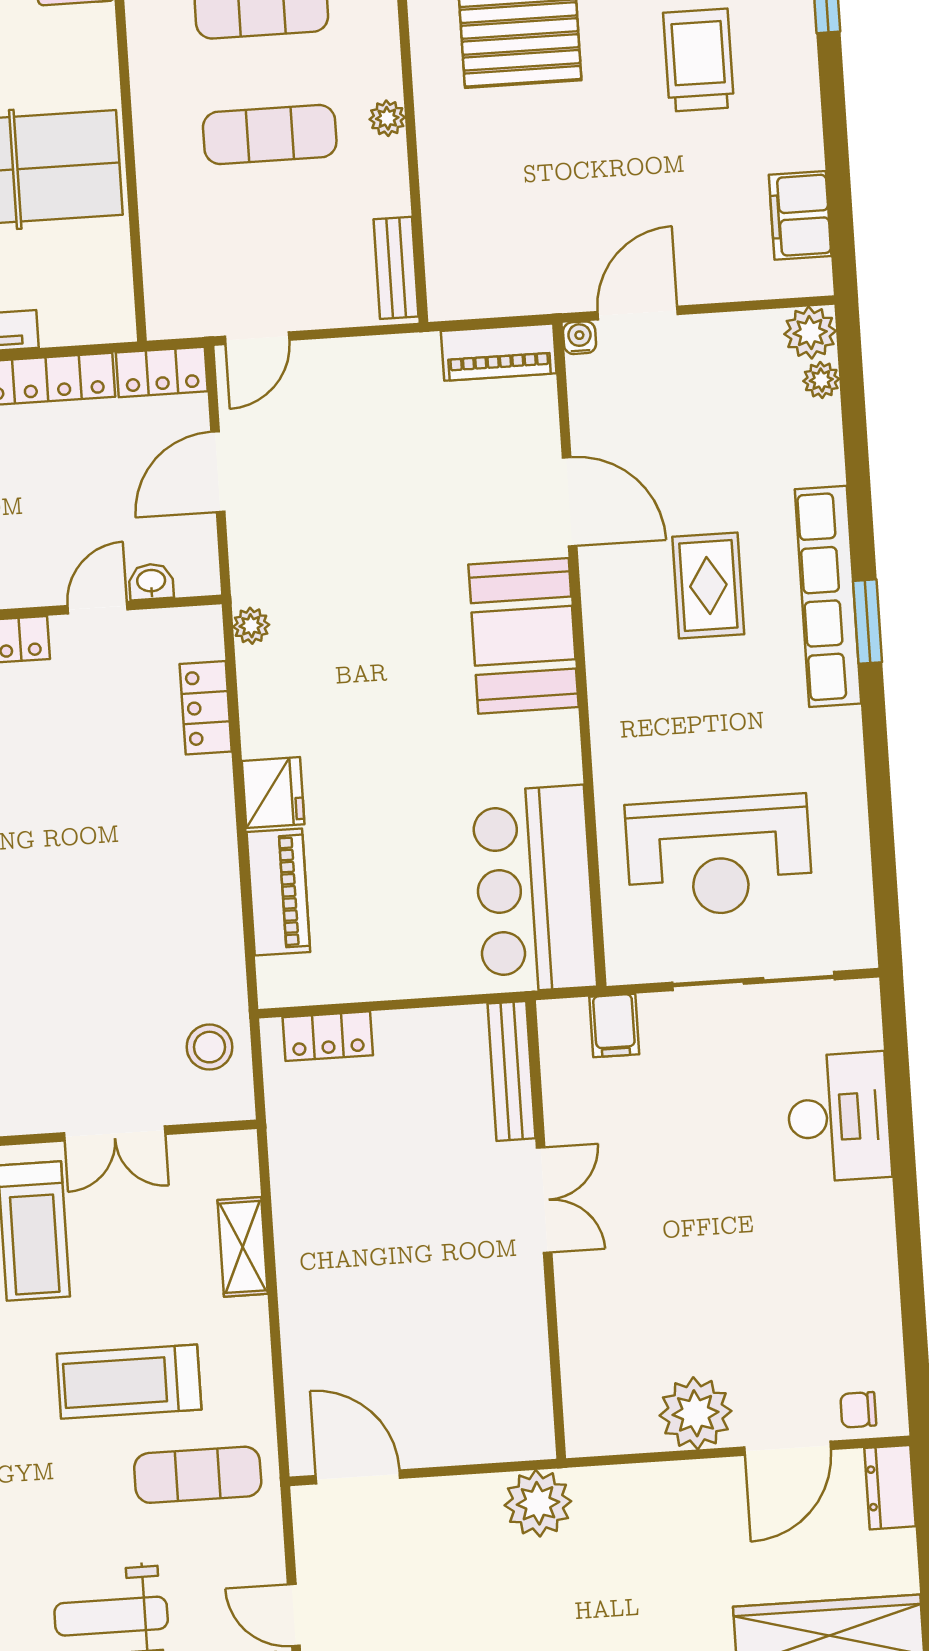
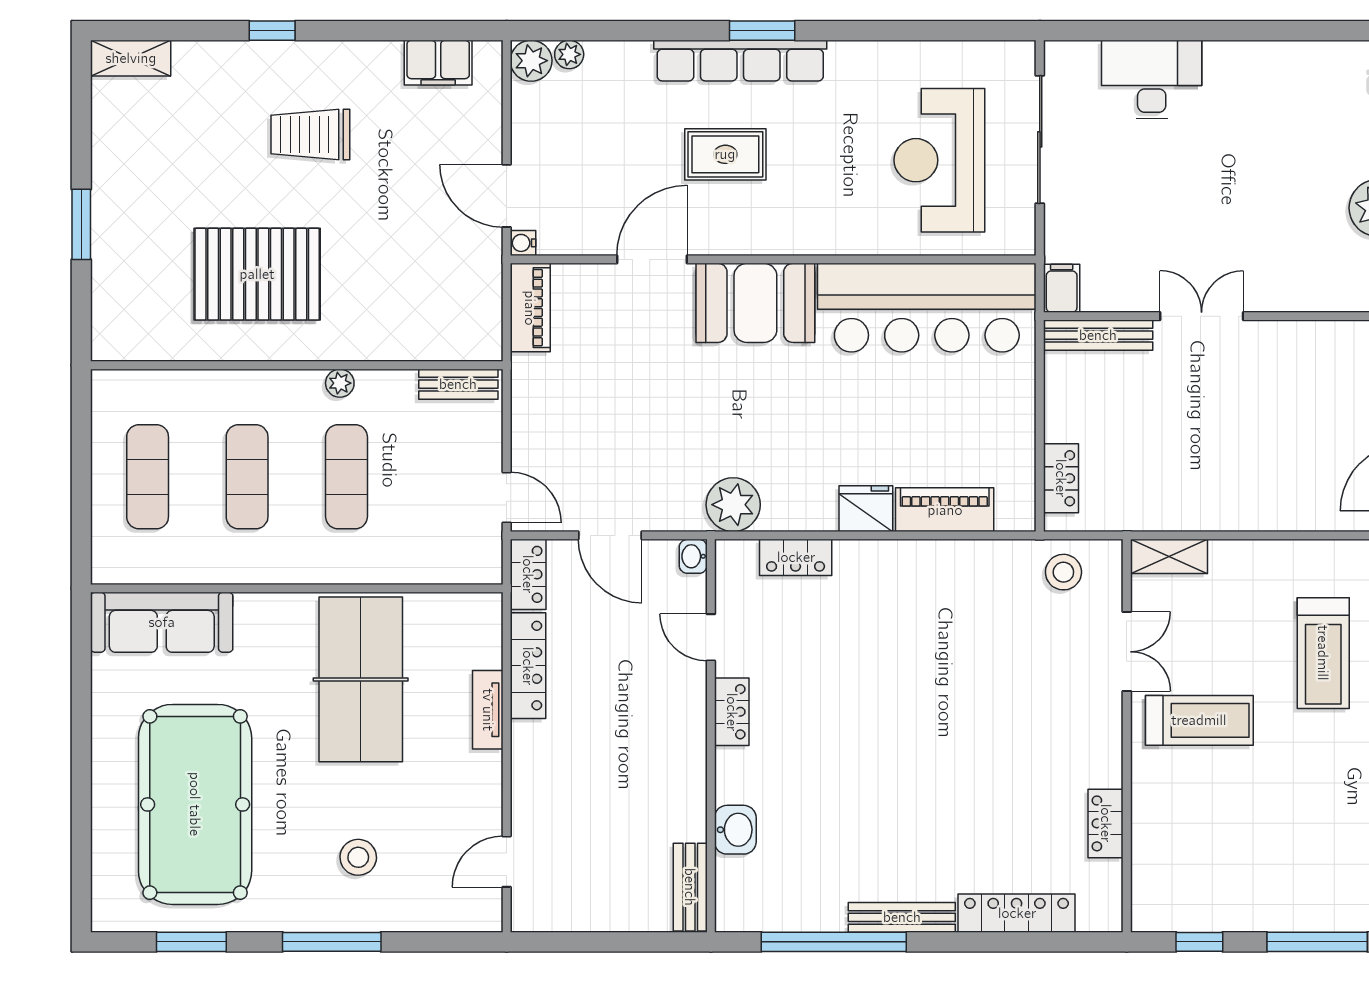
washbasin: (151, 582) -> (693, 556), moved
plant: (251, 626) -> (733, 505), width x1.87, depth x1.87
reception desk: (719, 856) -> (939, 160), turned 180
bar counter: (534, 889) -> (927, 308), width x1.36
filing cabinet: (614, 1025) -> (1062, 288), moved, turned -90
shelving: (243, 1247) -> (1169, 556), moved

